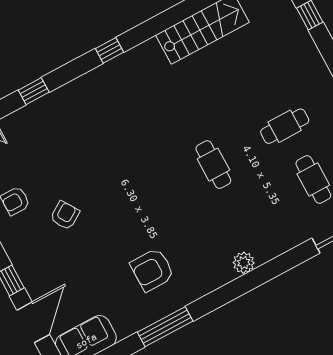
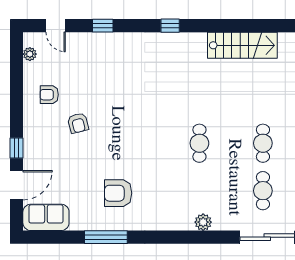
cafe table: (285, 126) -> (263, 143), turned 90
armchair: (65, 215) -> (78, 123), turned 109
plant: (244, 263) -> (203, 222), moved

